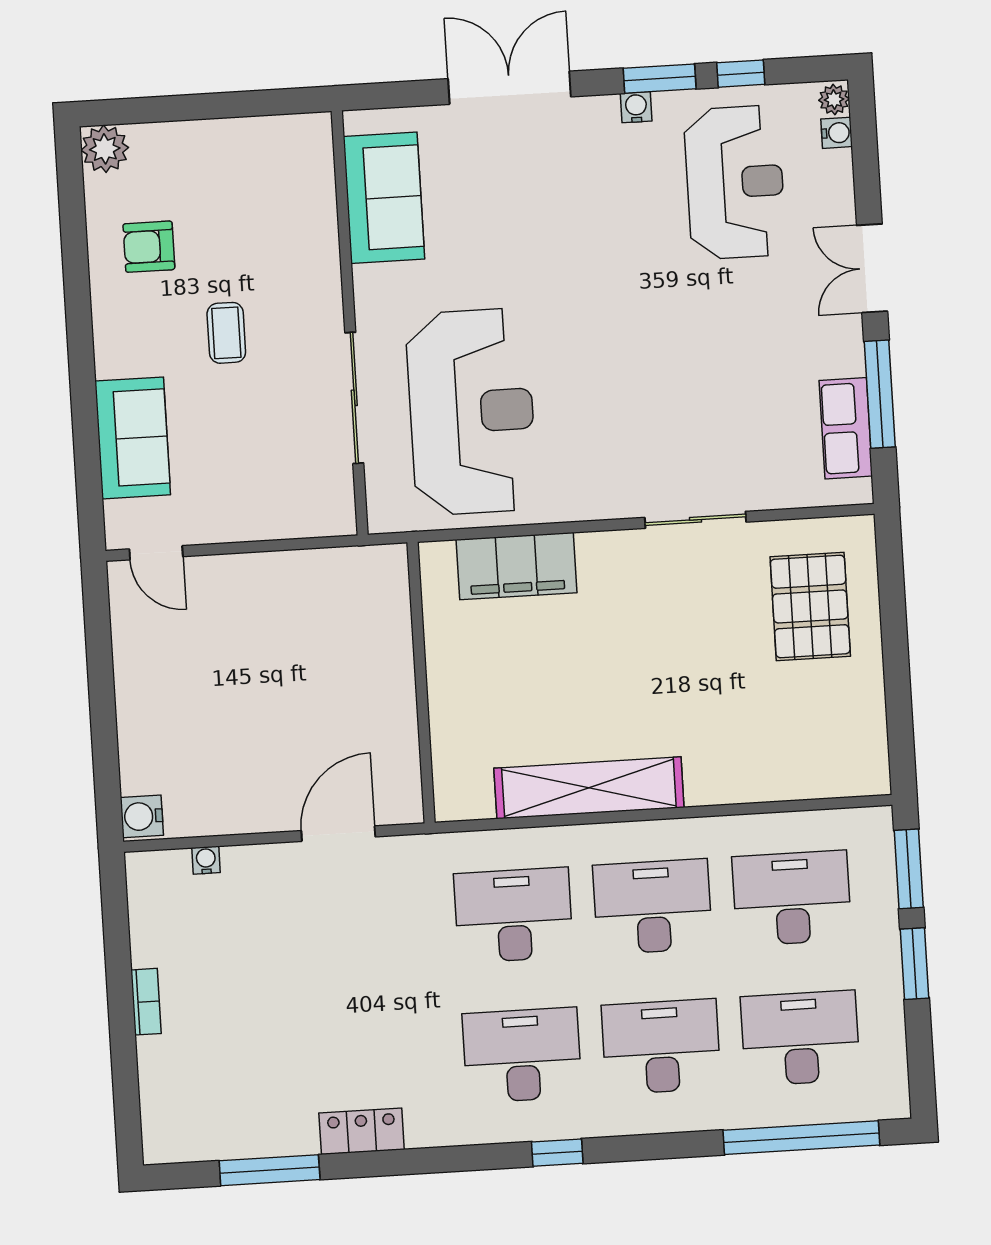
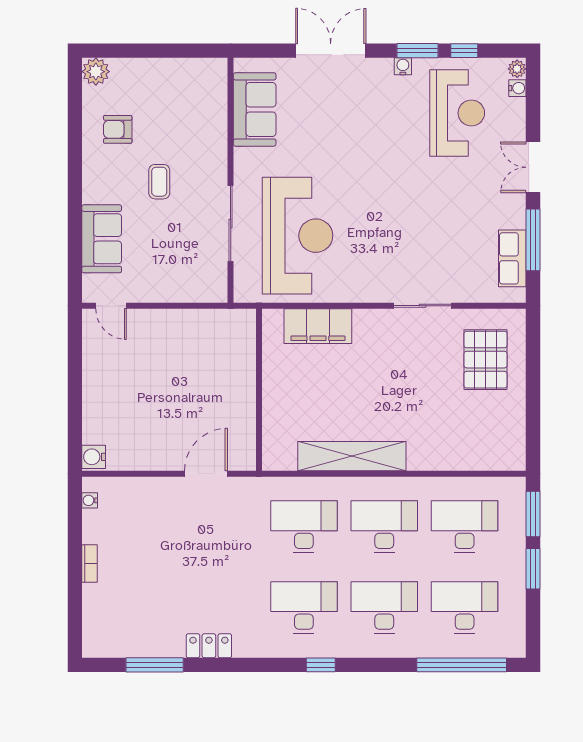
water cooler: (206, 860) -> (90, 500), moved, turned -90

